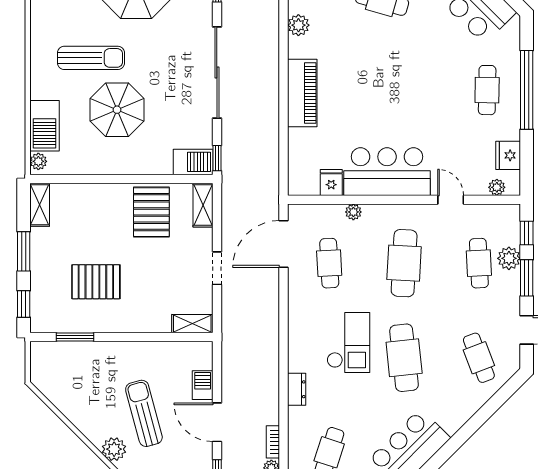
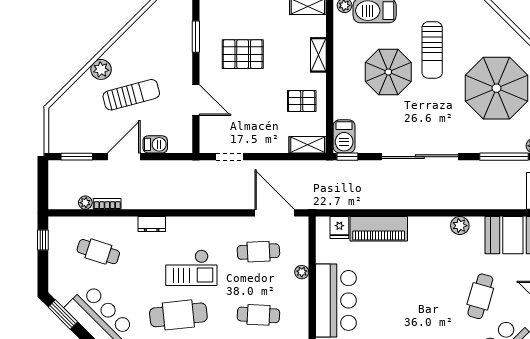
piano: (302, 93) -> (379, 229), moved
fridge: (331, 183) -> (339, 227), moved, turned 90
pallet: (151, 212) -> (302, 101), width x0.67, depth x0.71
cafe table: (404, 263) -> (258, 315), width x0.73, depth x0.74
doorway: (217, 268) -> (230, 157), moved
pallet: (96, 282) -> (243, 54), turned 90
shelving: (192, 324) -> (318, 55), moved
door: (150, 337) -> (196, 100), added

